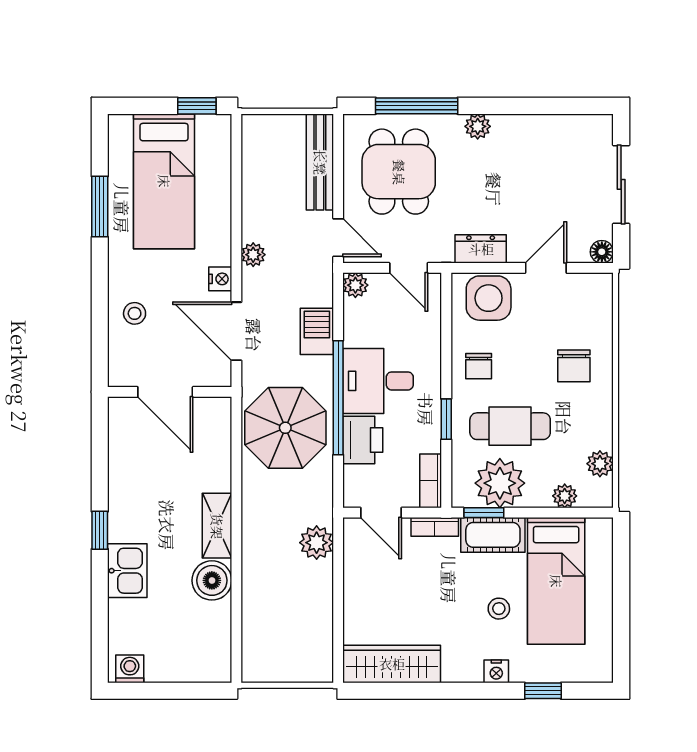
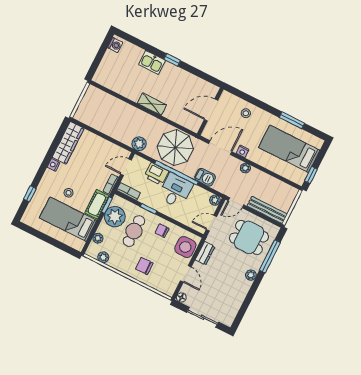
plant: (317, 543) -> (139, 144), moved
boiler: (212, 580) -> (133, 92), removed
nightstand: (496, 671) -> (54, 165), moved

